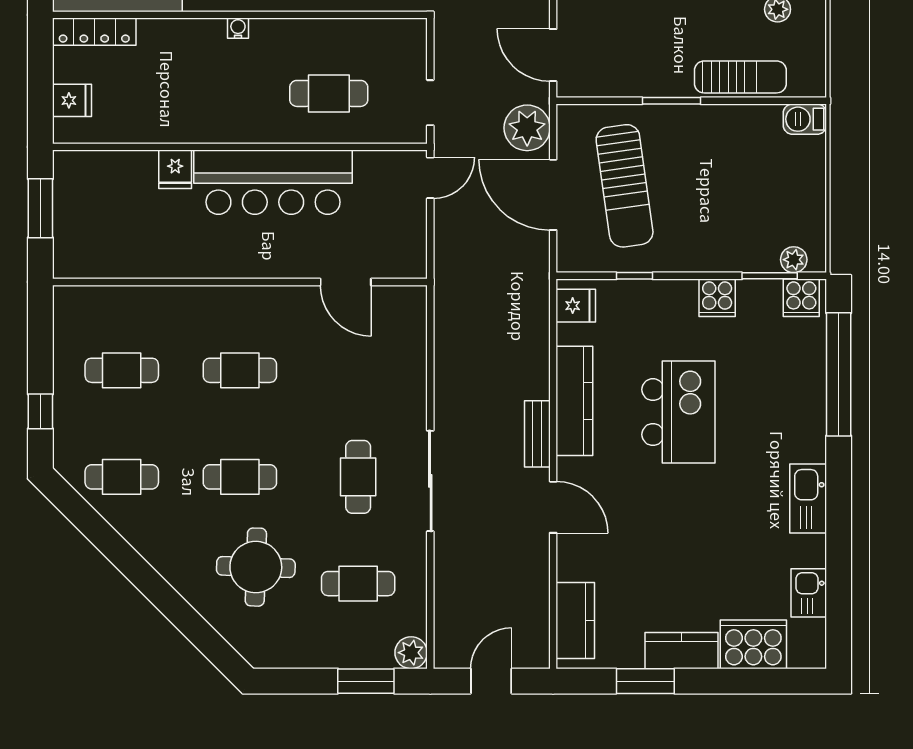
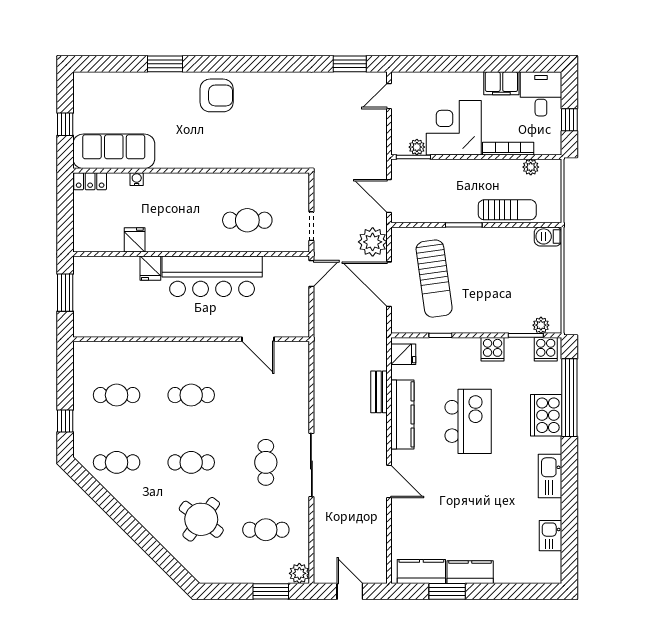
water cooler: (238, 28) -> (137, 179), moved
locker: (94, 32) -> (90, 181), width x0.66
fridge: (72, 100) -> (135, 240), moved, turned -90
bench: (537, 434) -> (379, 392), moved
round table: (256, 567) -> (201, 519), turned 35
kitchen counter: (575, 620) -> (421, 572), moved, turned -90
cooker: (753, 644) -> (546, 415), moved, turned -90
door: (491, 681) -> (350, 591), hinge flipped

